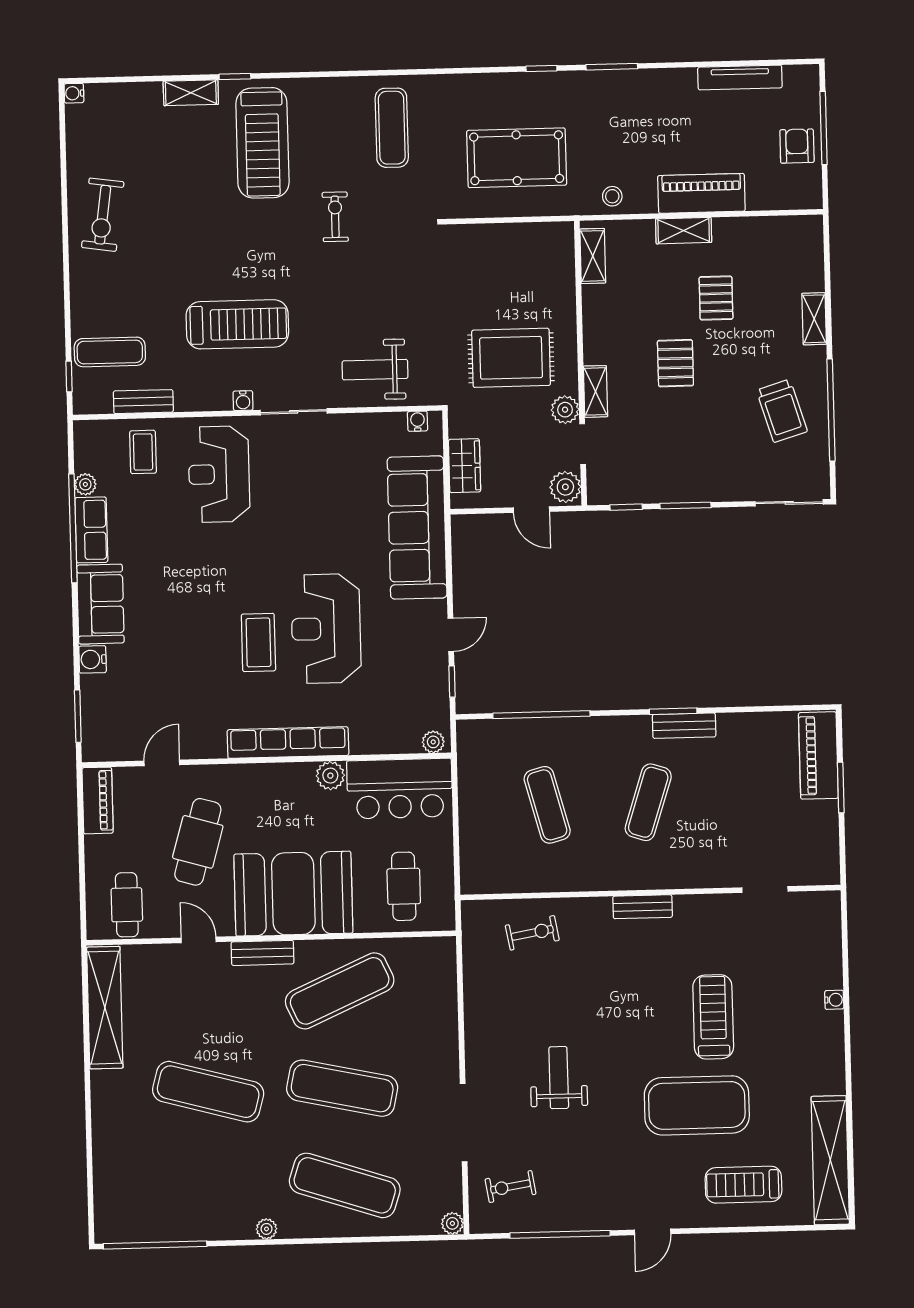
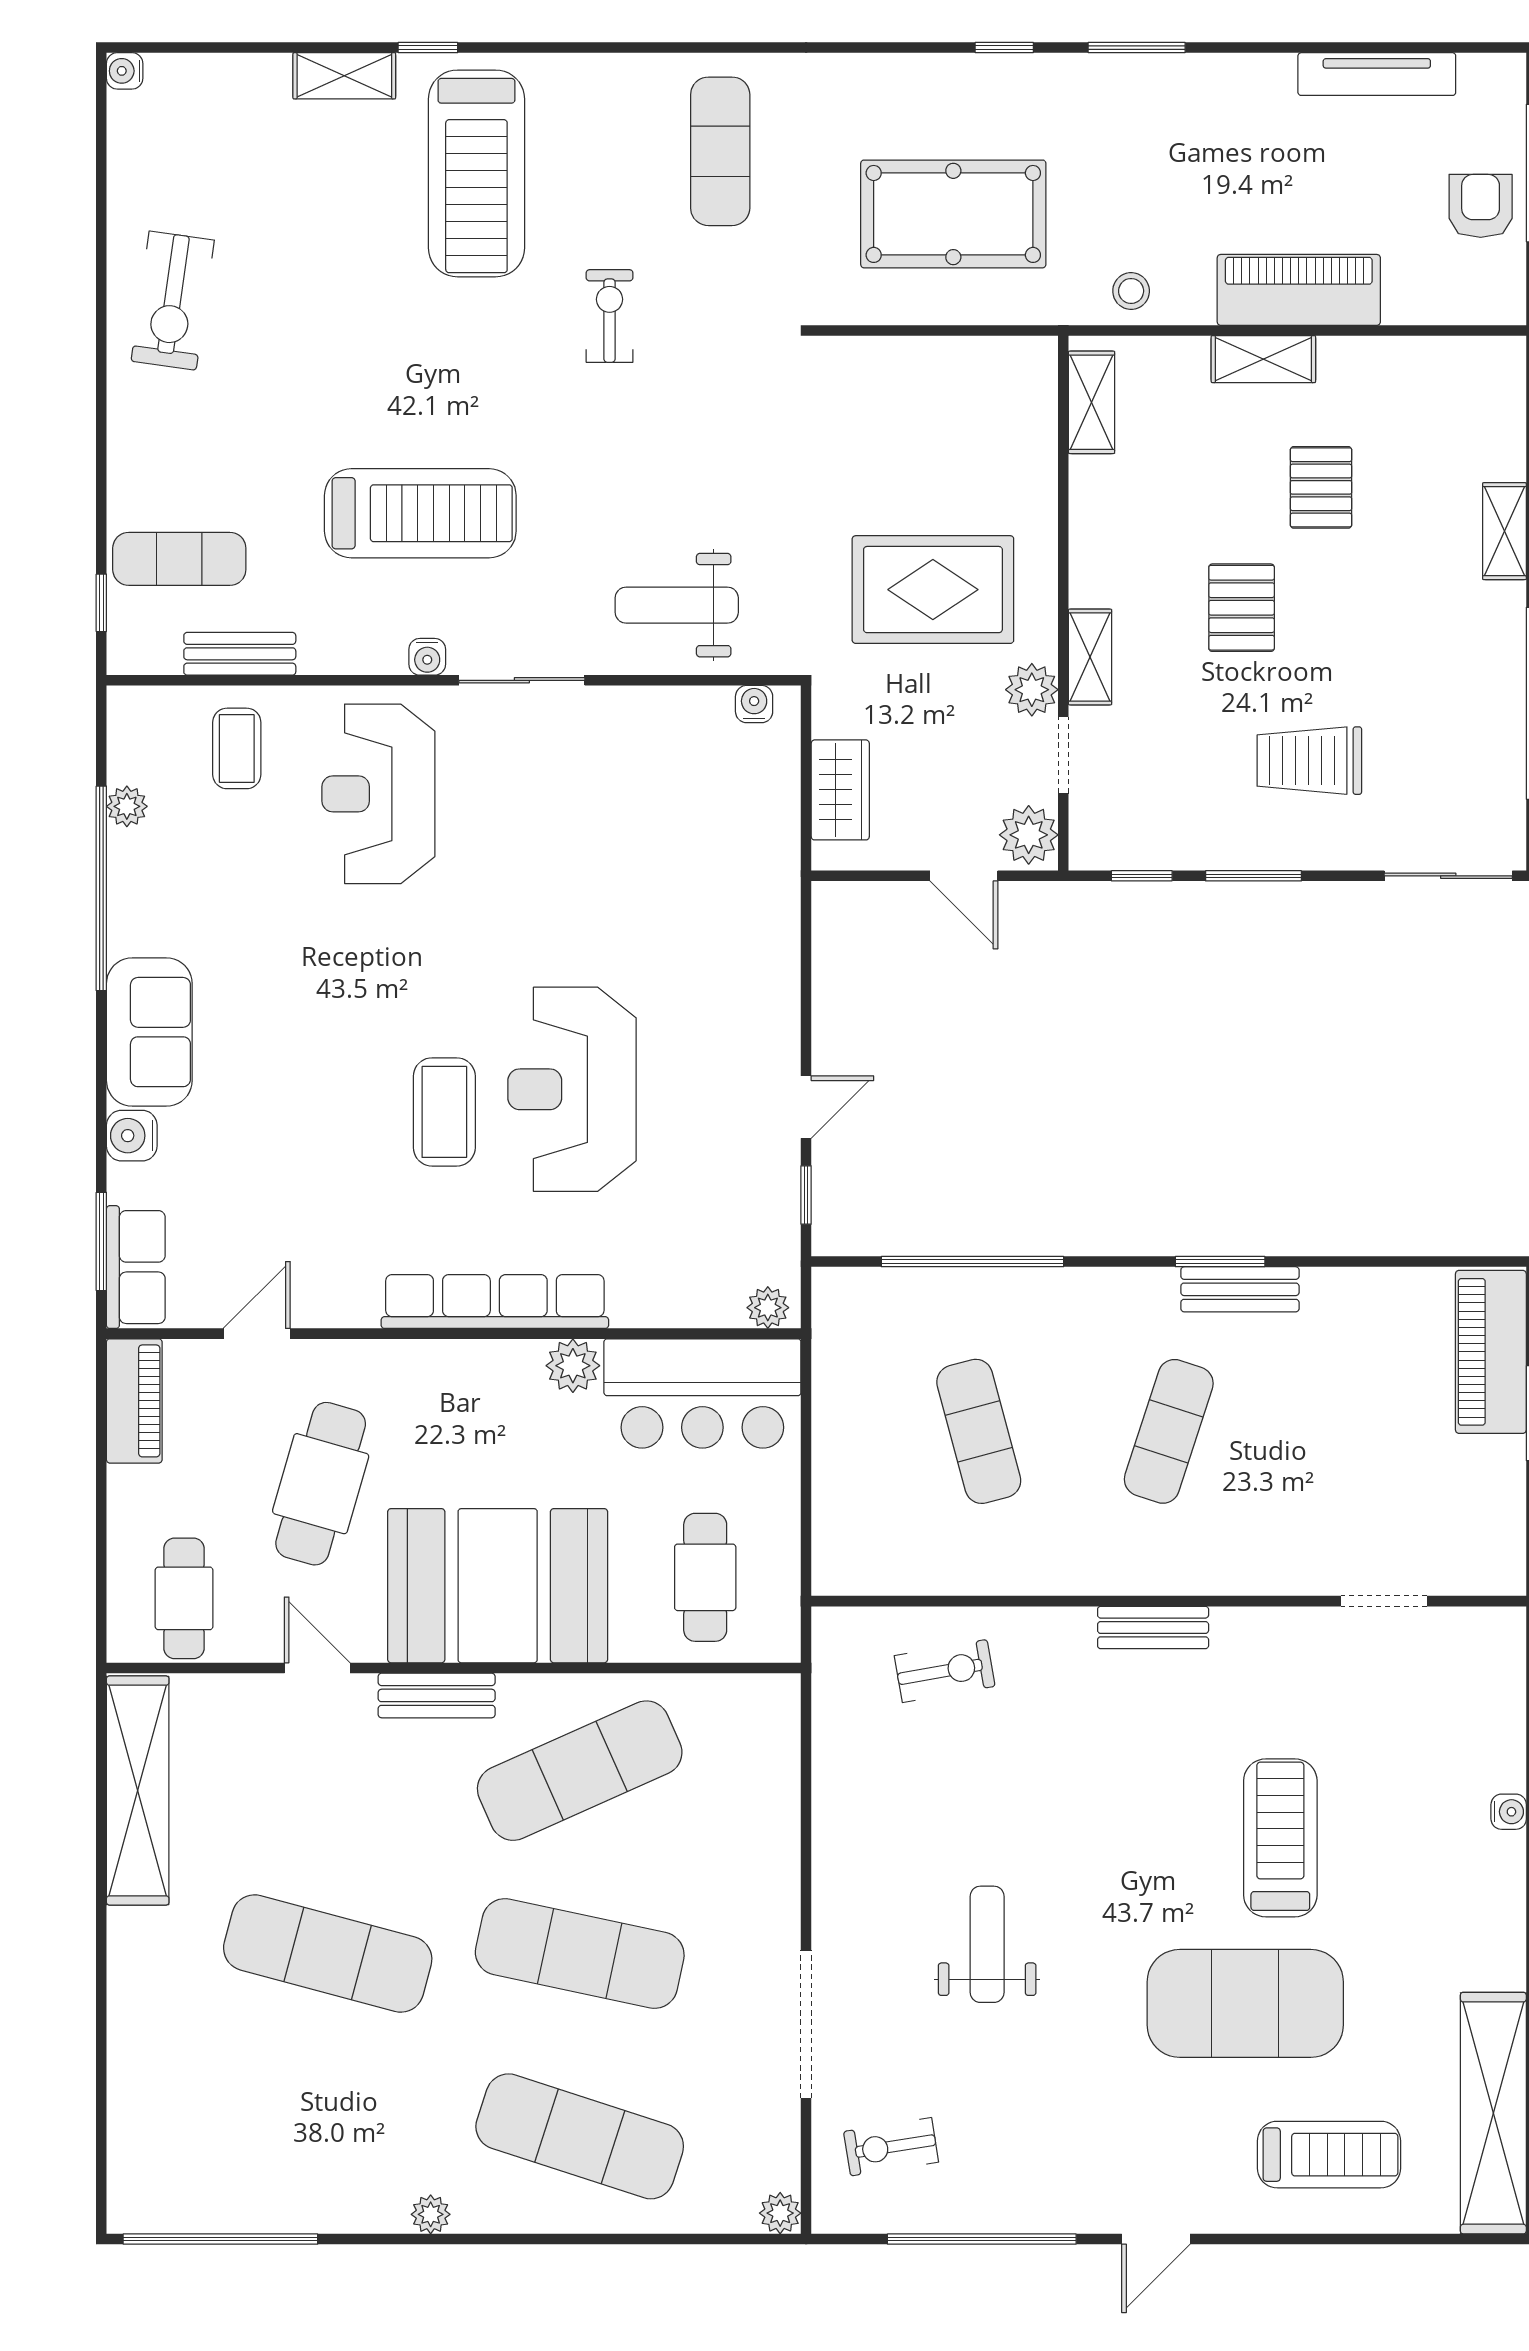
trolley: (782, 411) -> (1309, 761), moved, turned 107
sofa: (417, 528) -> (748, 904), removed
row of seats: (91, 530) -> (136, 1267), moved
treadmill: (743, 1185) -> (1329, 2155), turned 180

